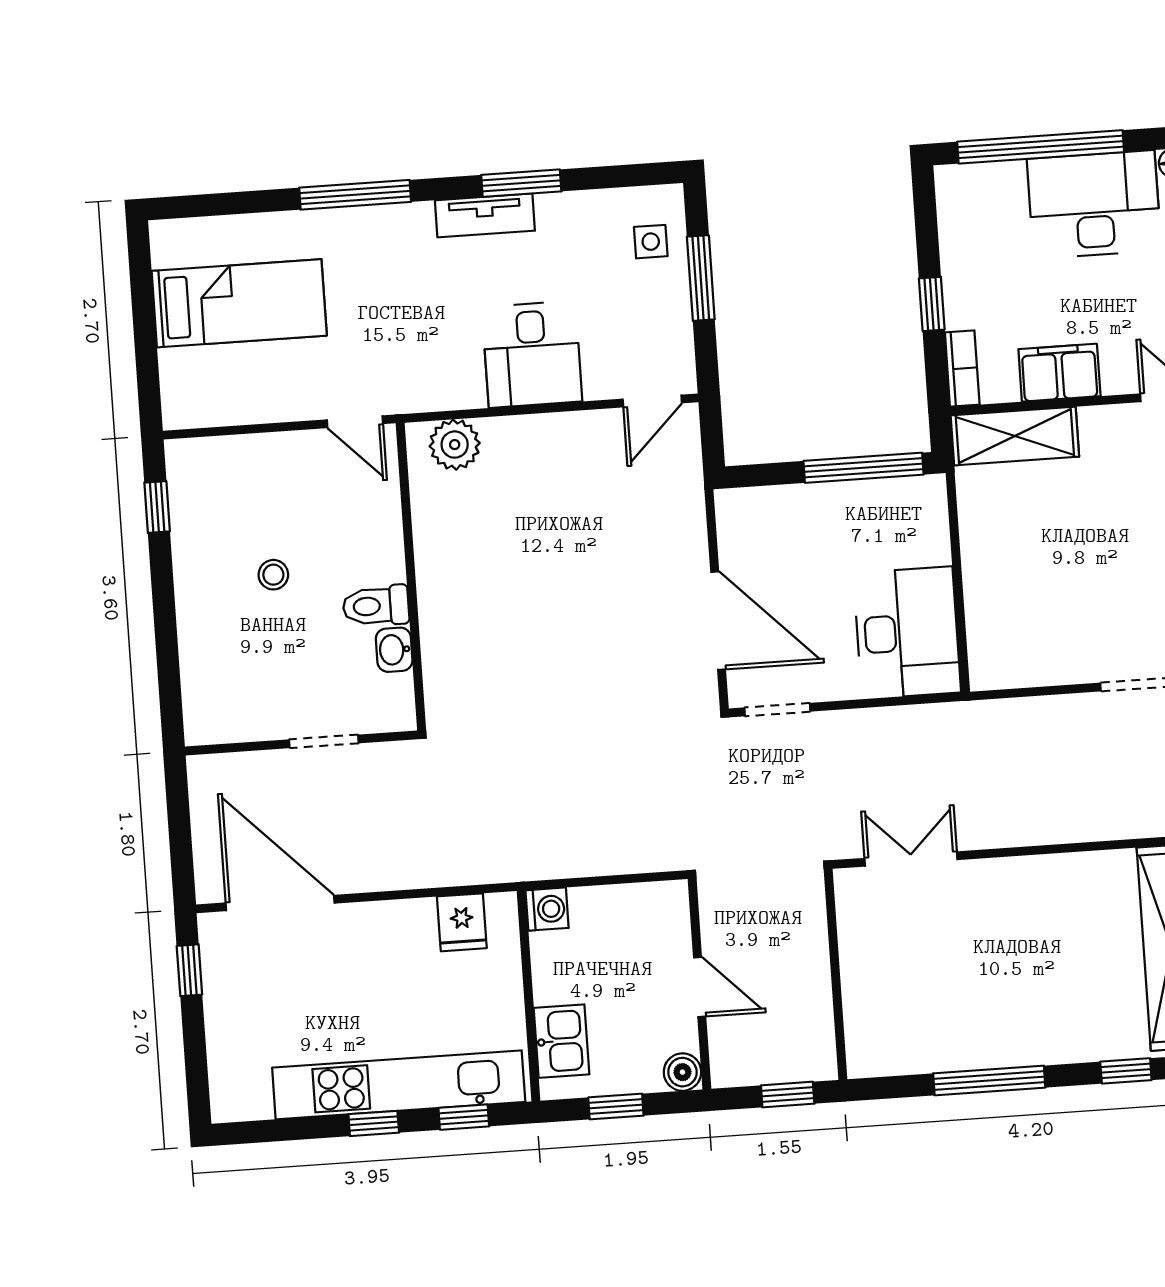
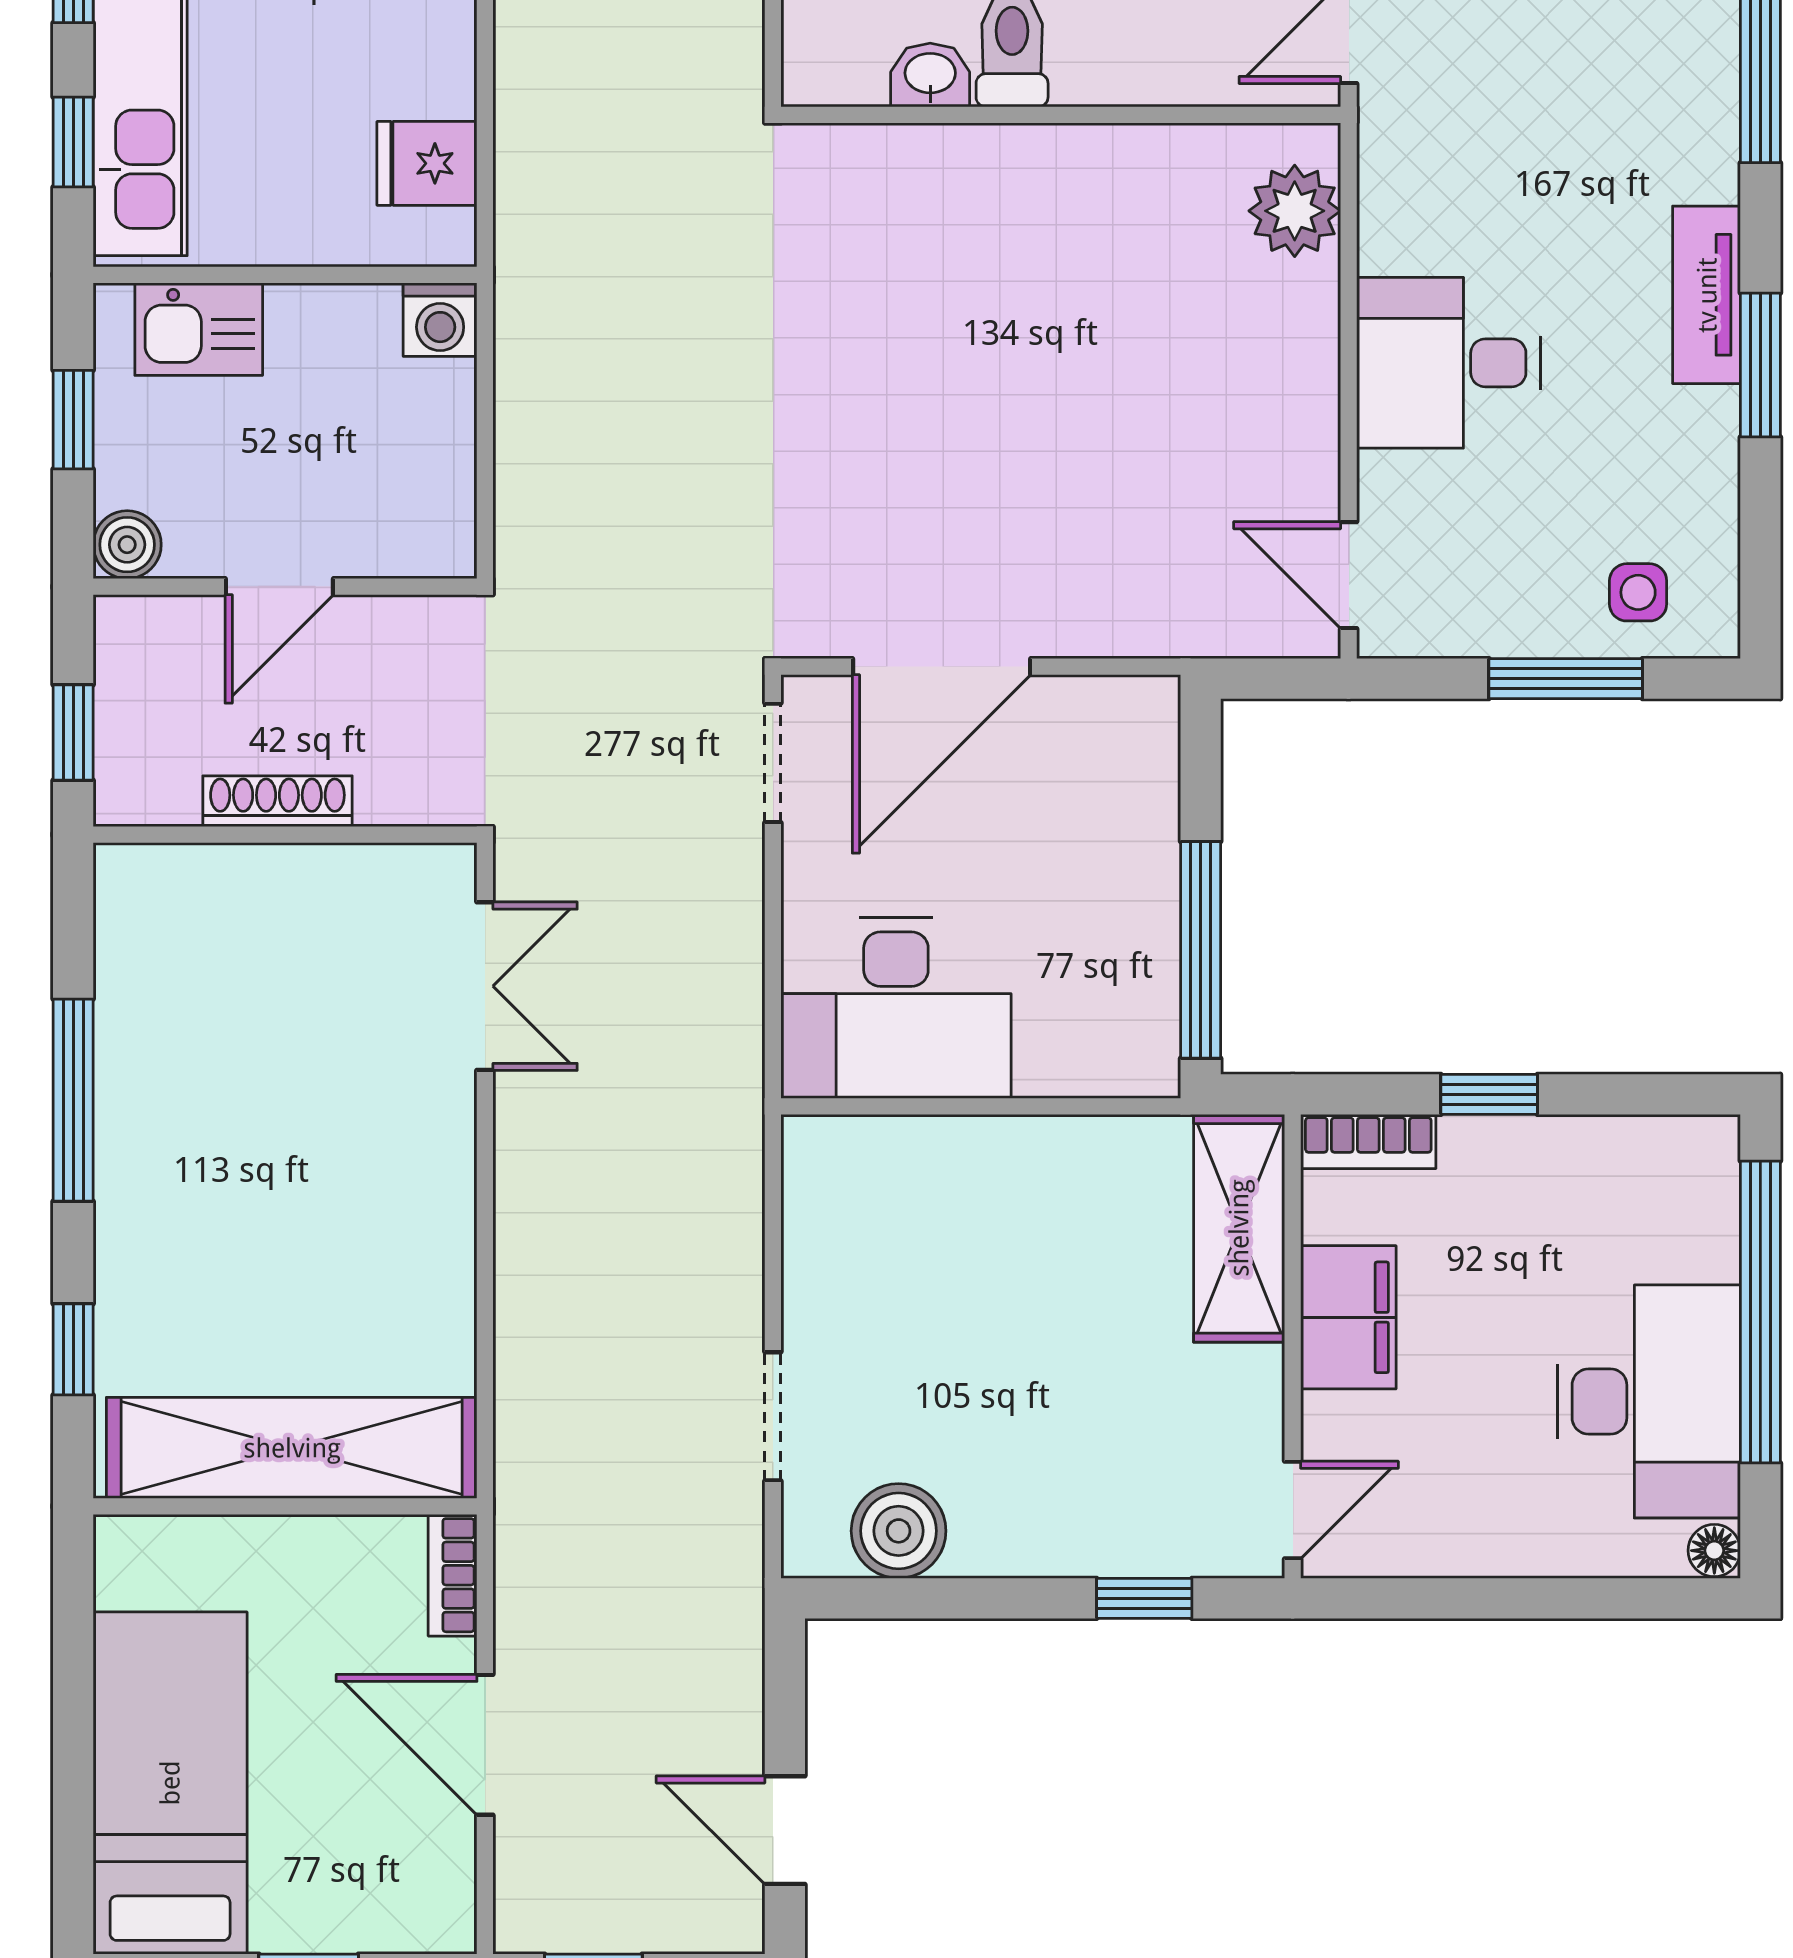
shoe rack: (817, 980) -> (277, 801), added

